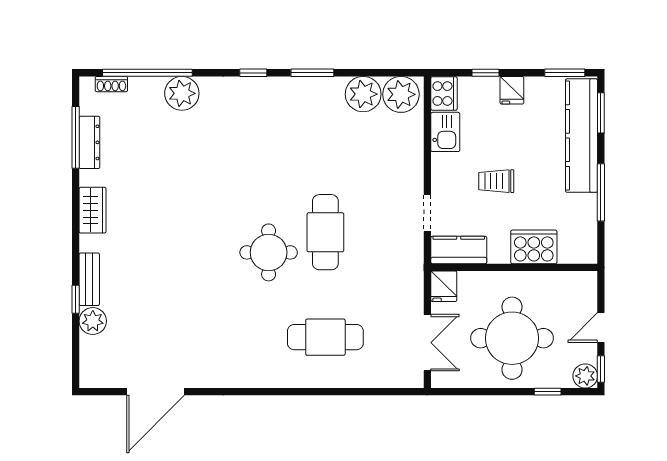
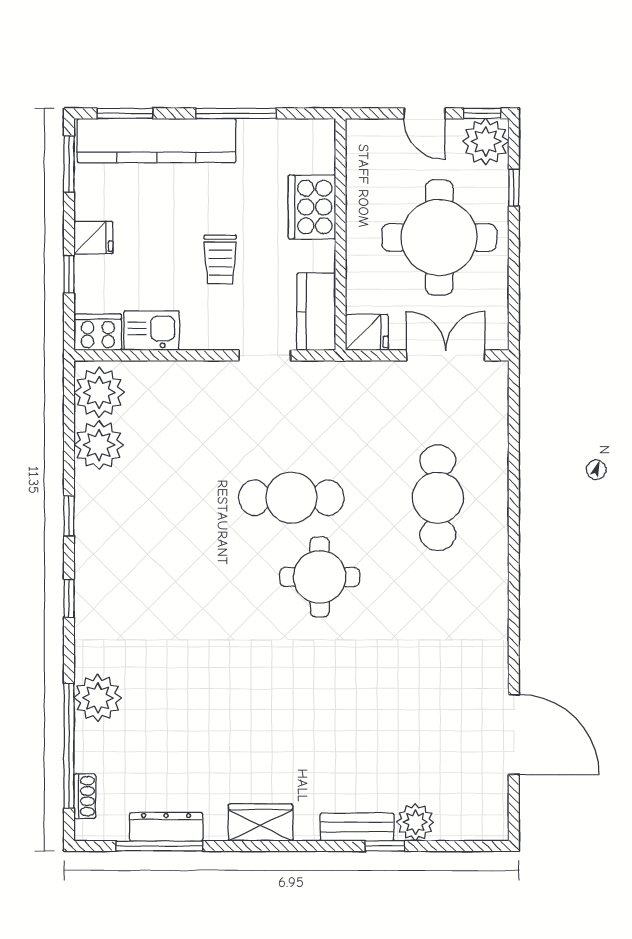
window: (312, 73) -> (69, 516), width x0.67
plant: (585, 376) -> (486, 141), width x1.36, depth x1.36

